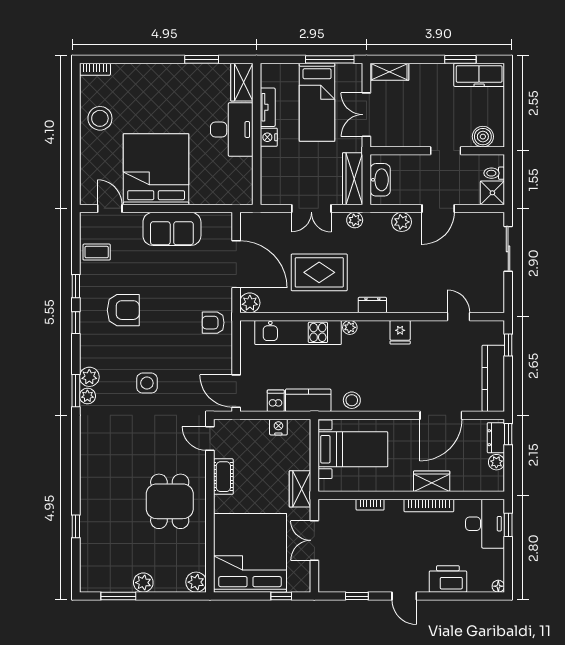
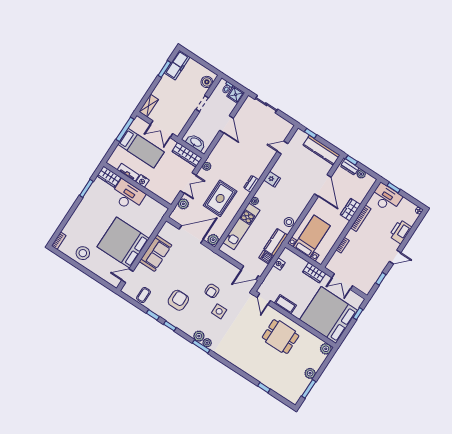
plant: (402, 222) -> (183, 204), moved
armchair: (213, 323) -> (212, 291), moved
door: (210, 438) -> (264, 299), hinge flipped

